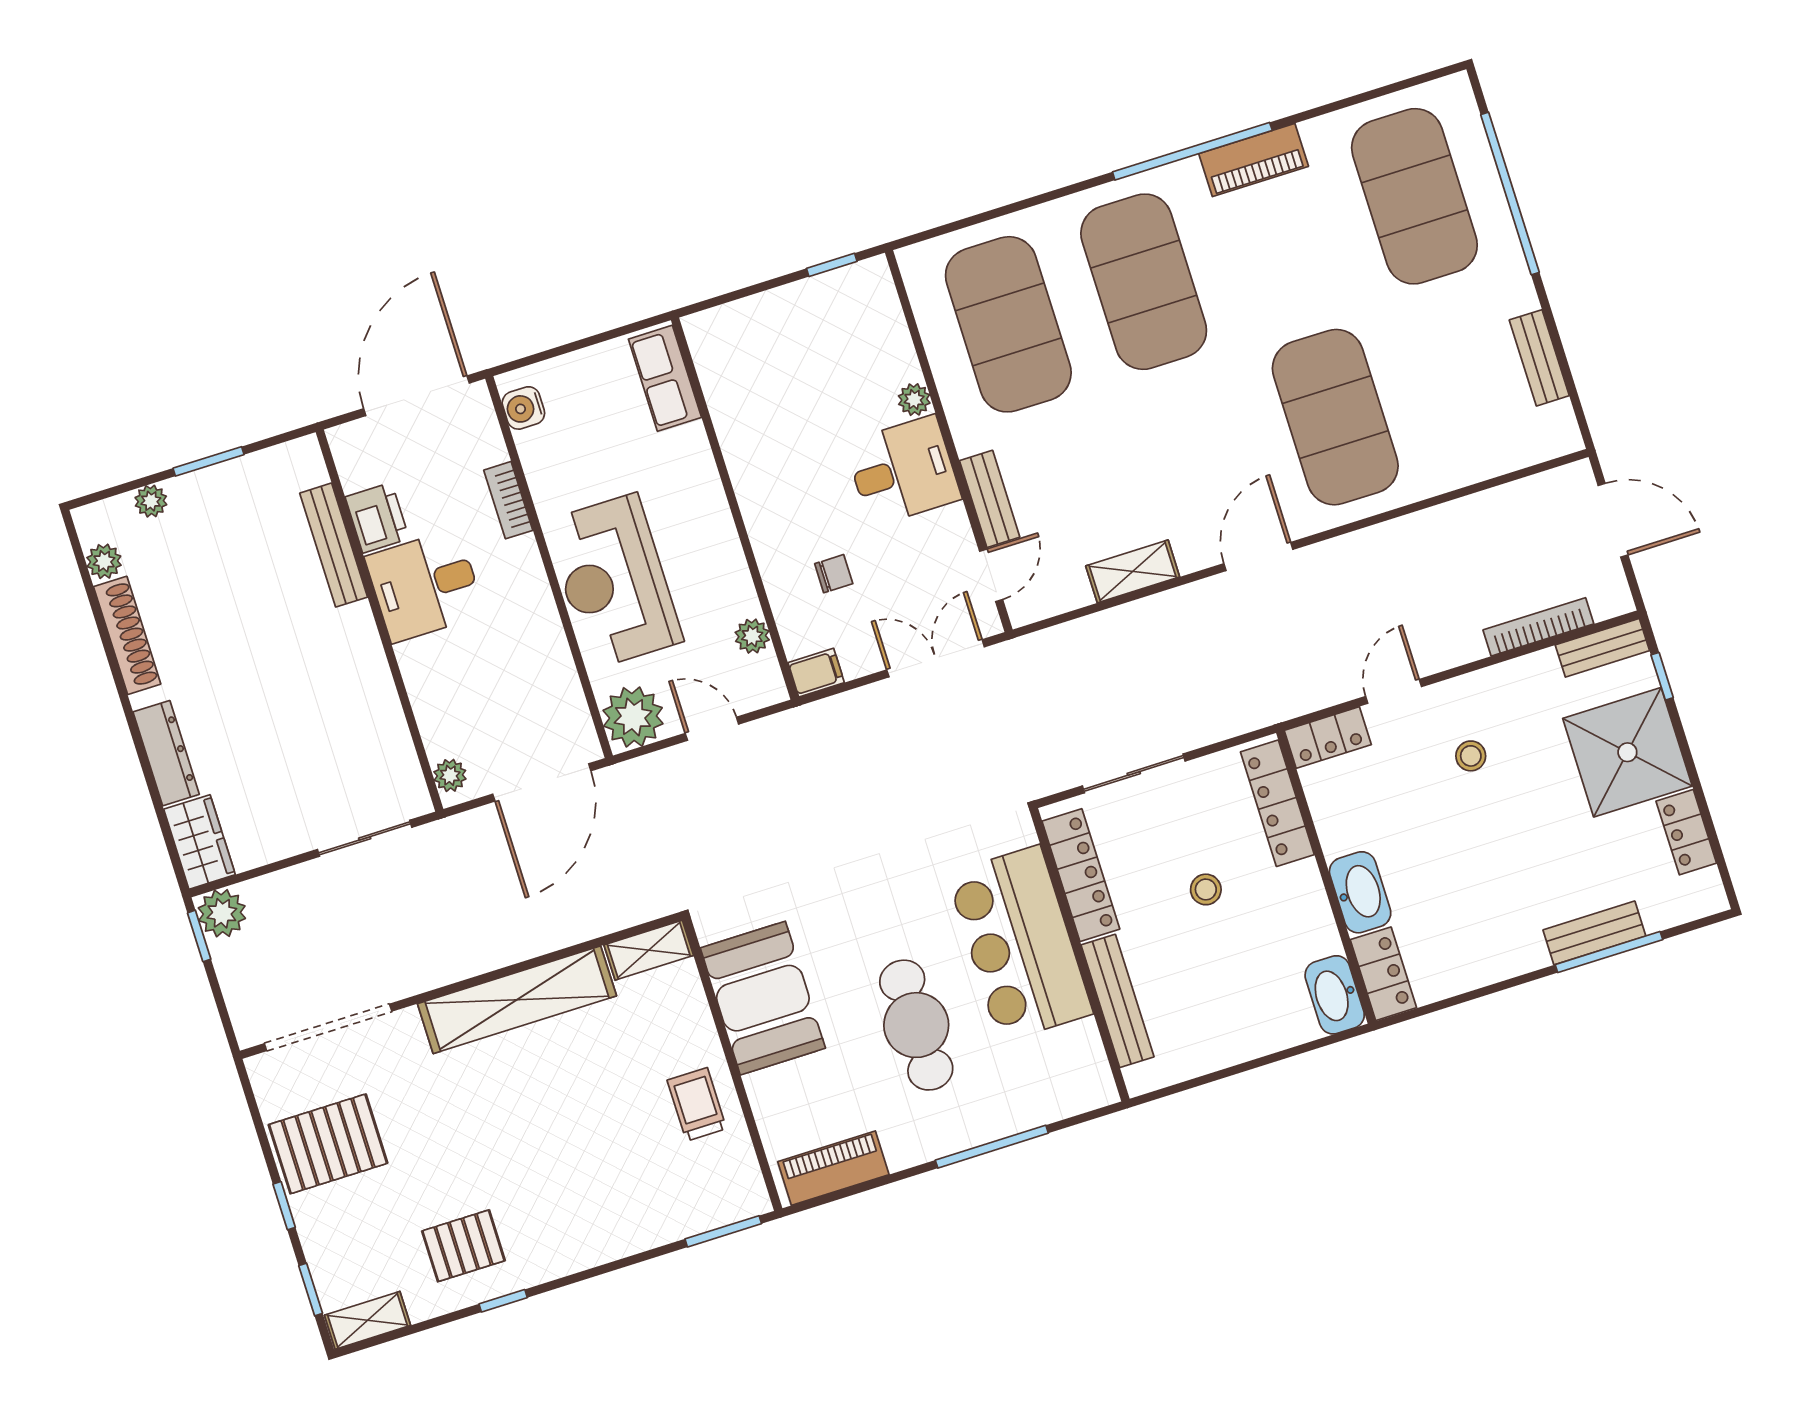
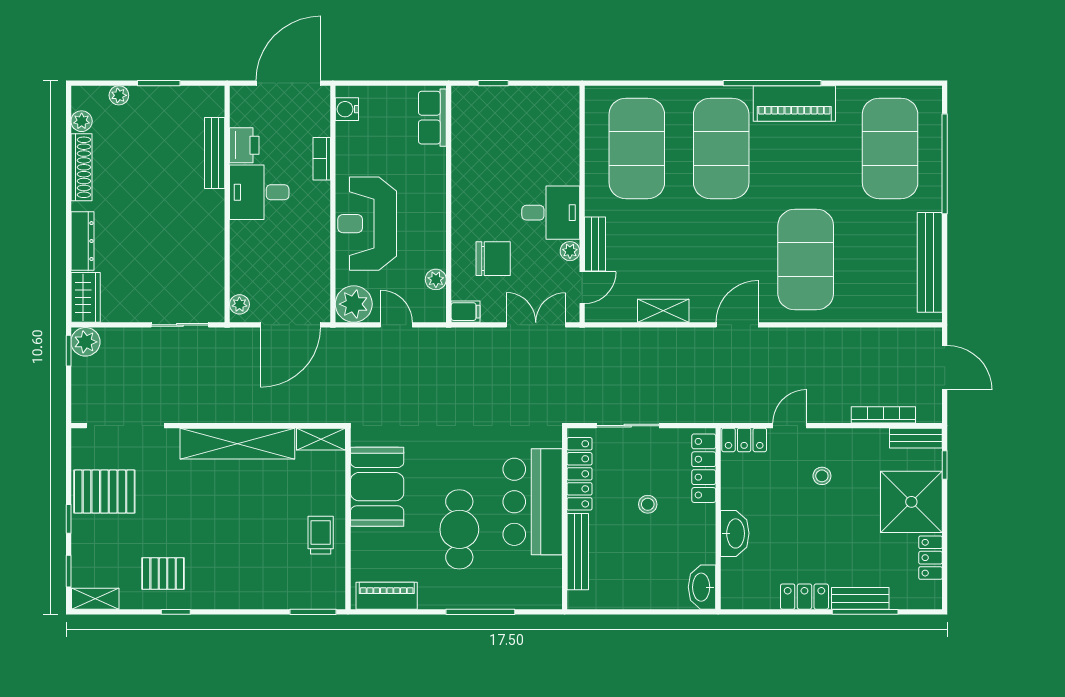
piano: (1254, 160) -> (794, 103), width x1.37, depth x1.33
window: (832, 265) -> (493, 83), moved
bench: (1539, 358) -> (930, 262), width x1.86, depth x1.21
plant: (914, 400) -> (570, 251), moved
chair: (834, 574) -> (493, 259), width x1.87, depth x1.87
locker: (1383, 974) -> (804, 597), moved, turned -90

